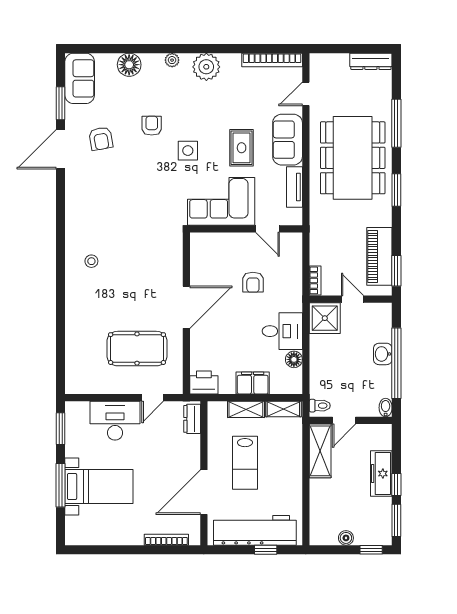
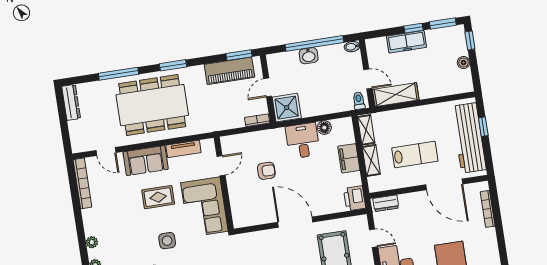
plant: (206, 67) -> (92, 242), width x0.53, depth x0.53

